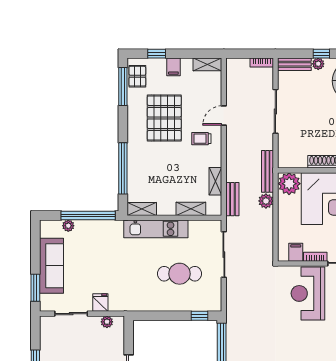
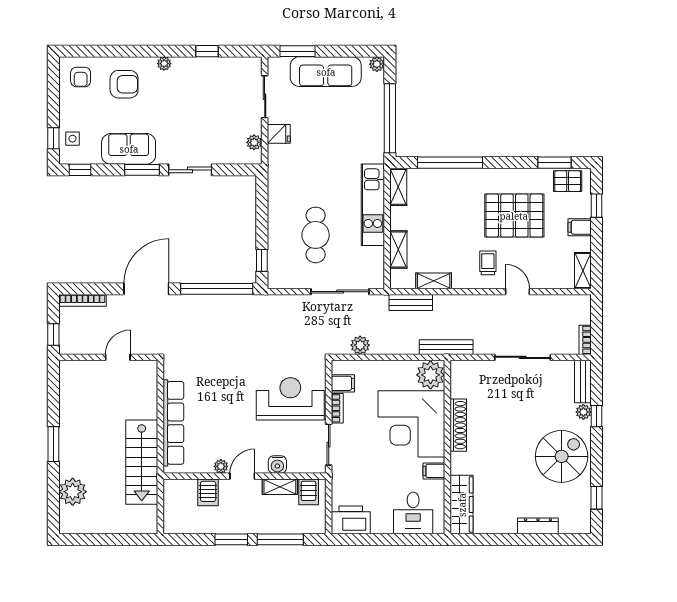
window: (123, 87) -> (555, 163), width x0.69
plant: (266, 201) -> (360, 345), moved
plant: (68, 226) -> (377, 64), moved

